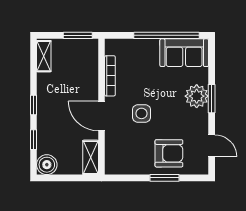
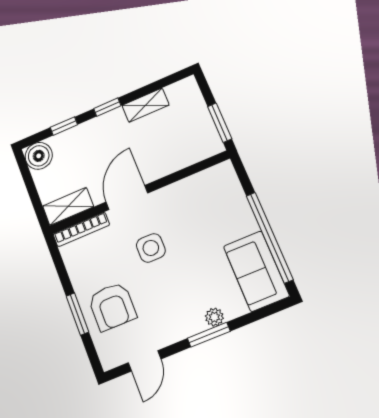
shelving: (44, 56) -> (146, 105), moved
bookcase: (110, 76) -> (81, 229), moved
plant: (197, 96) -> (214, 317), width x0.53, depth x0.53

